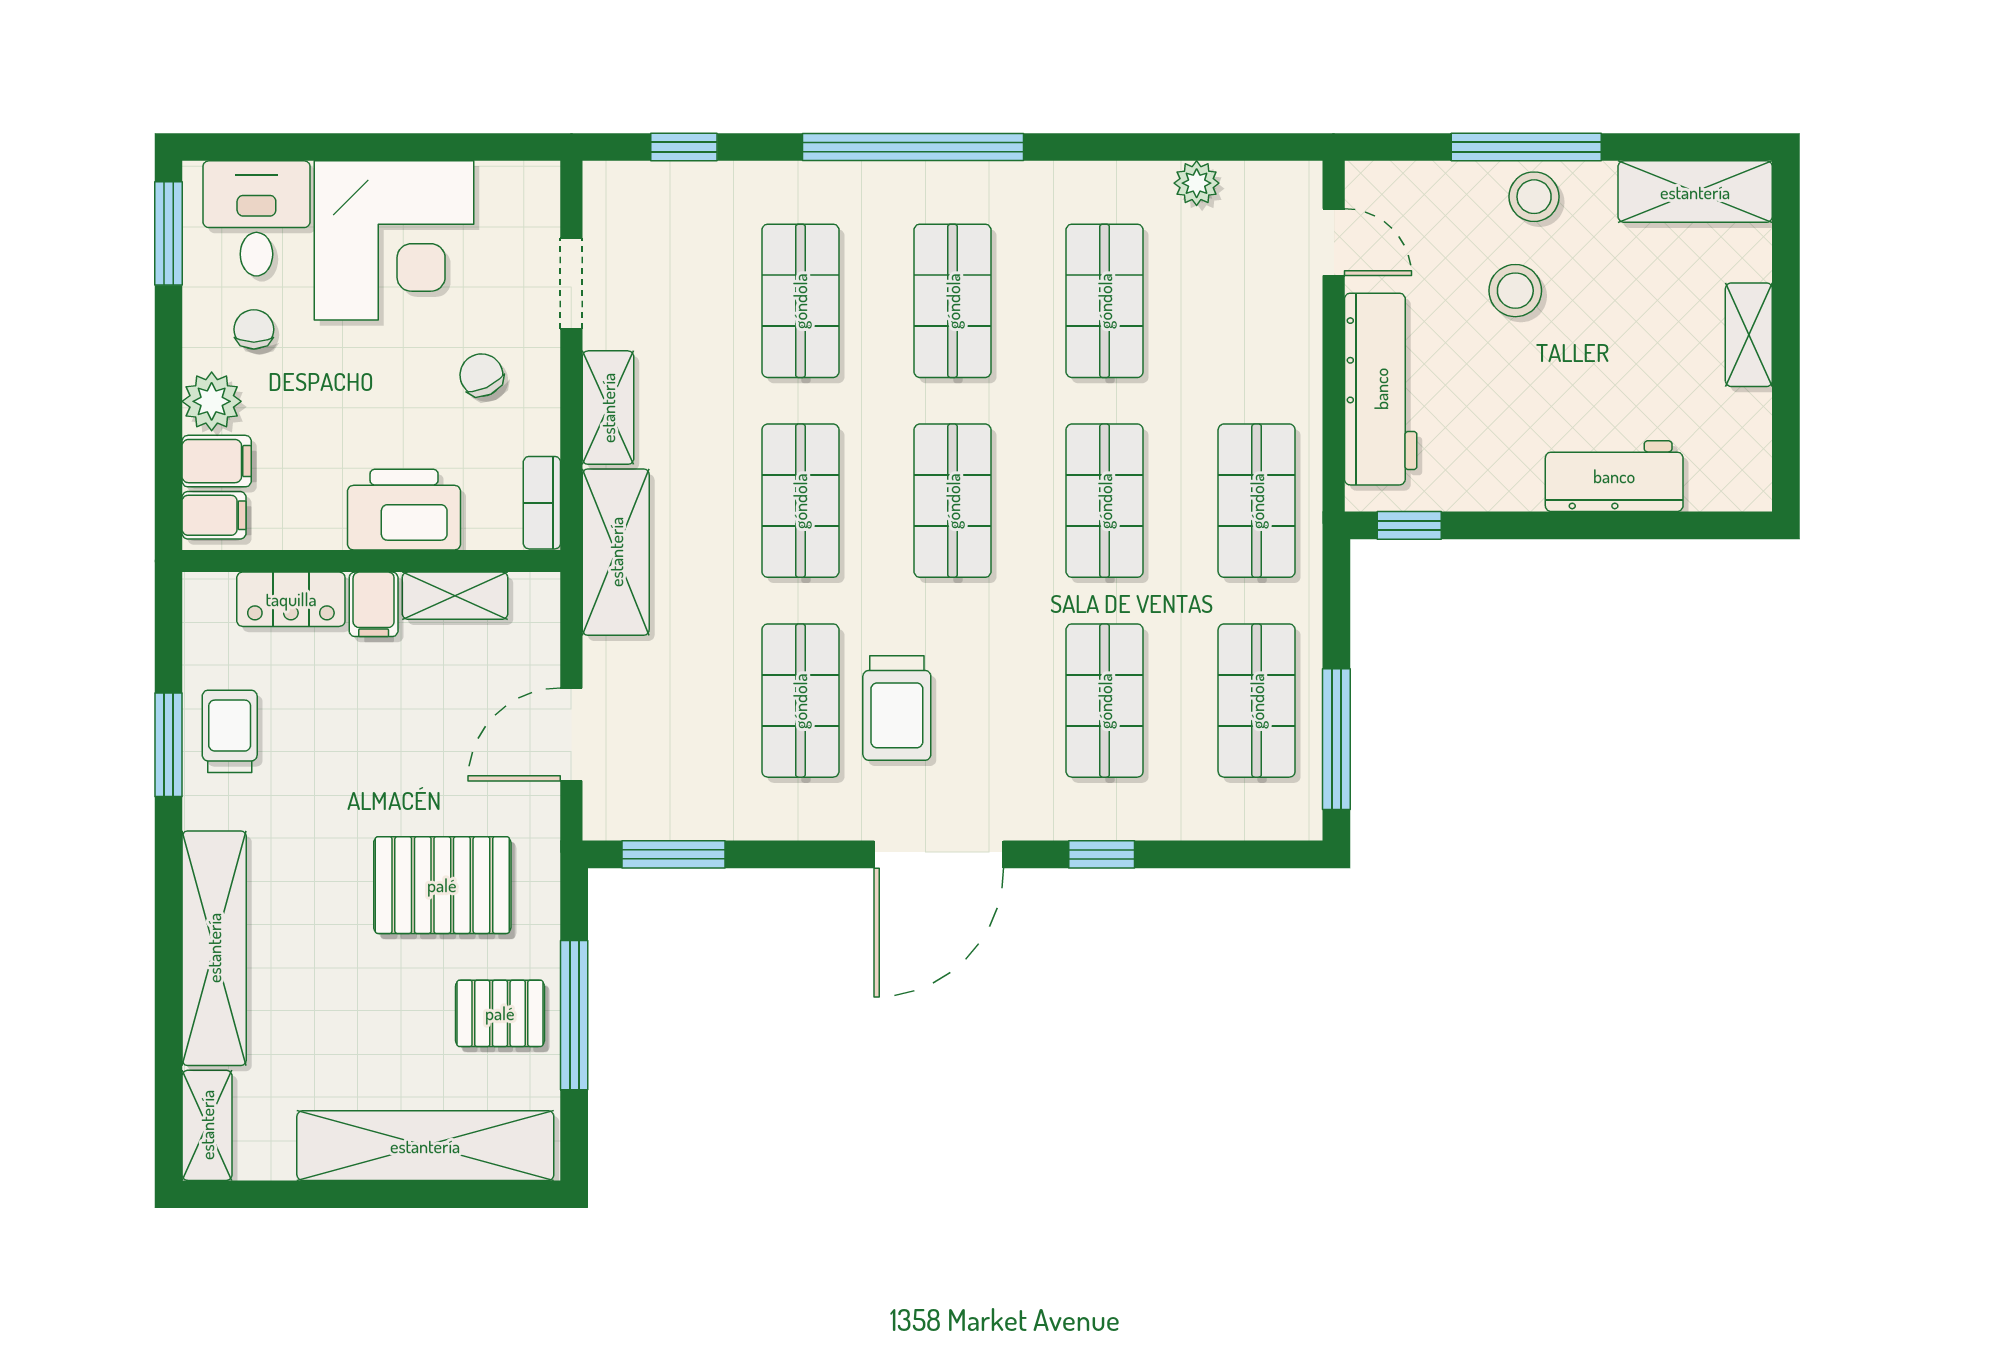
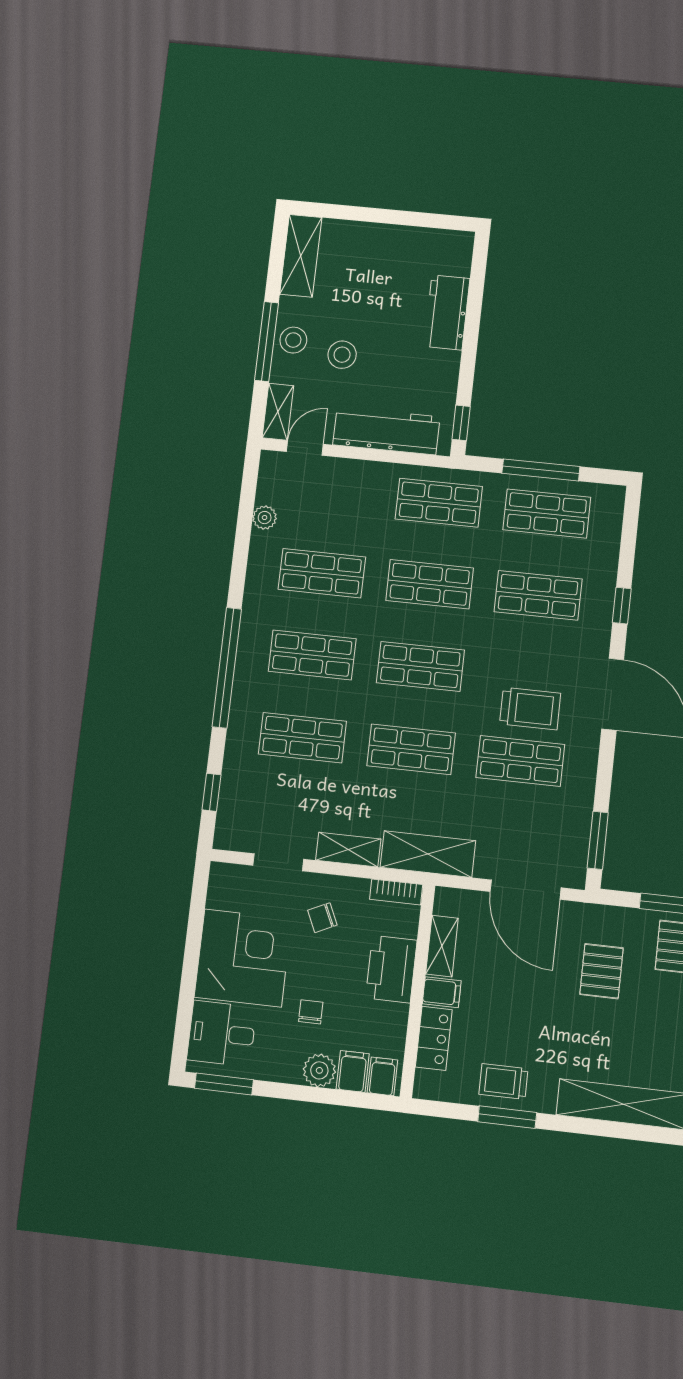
chair: (254, 329) -> (311, 1012), moved, turned 90
shelving: (1749, 335) -> (278, 412), moved, turned 90
door: (571, 734) -> (525, 890), width x1.36
window: (1336, 739) -> (541, 470), moved
pallet: (442, 885) -> (602, 971), width x0.67, depth x0.71

